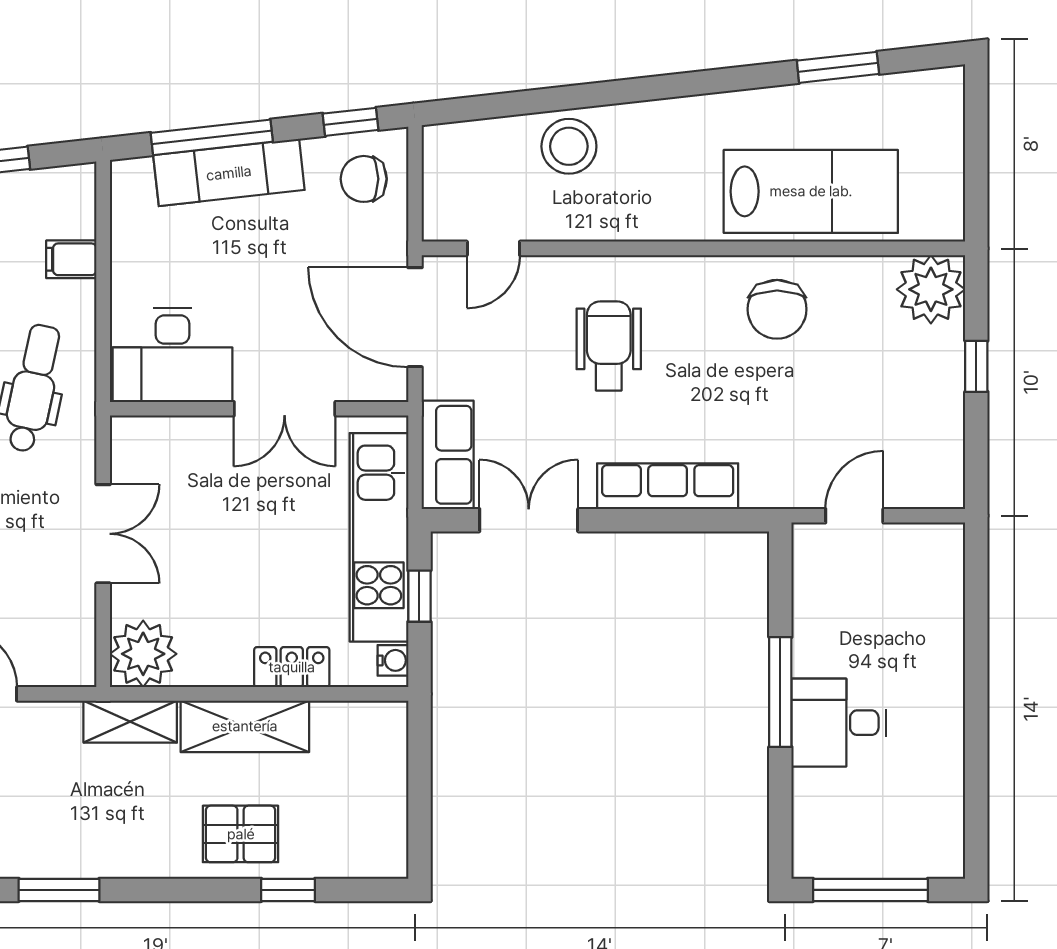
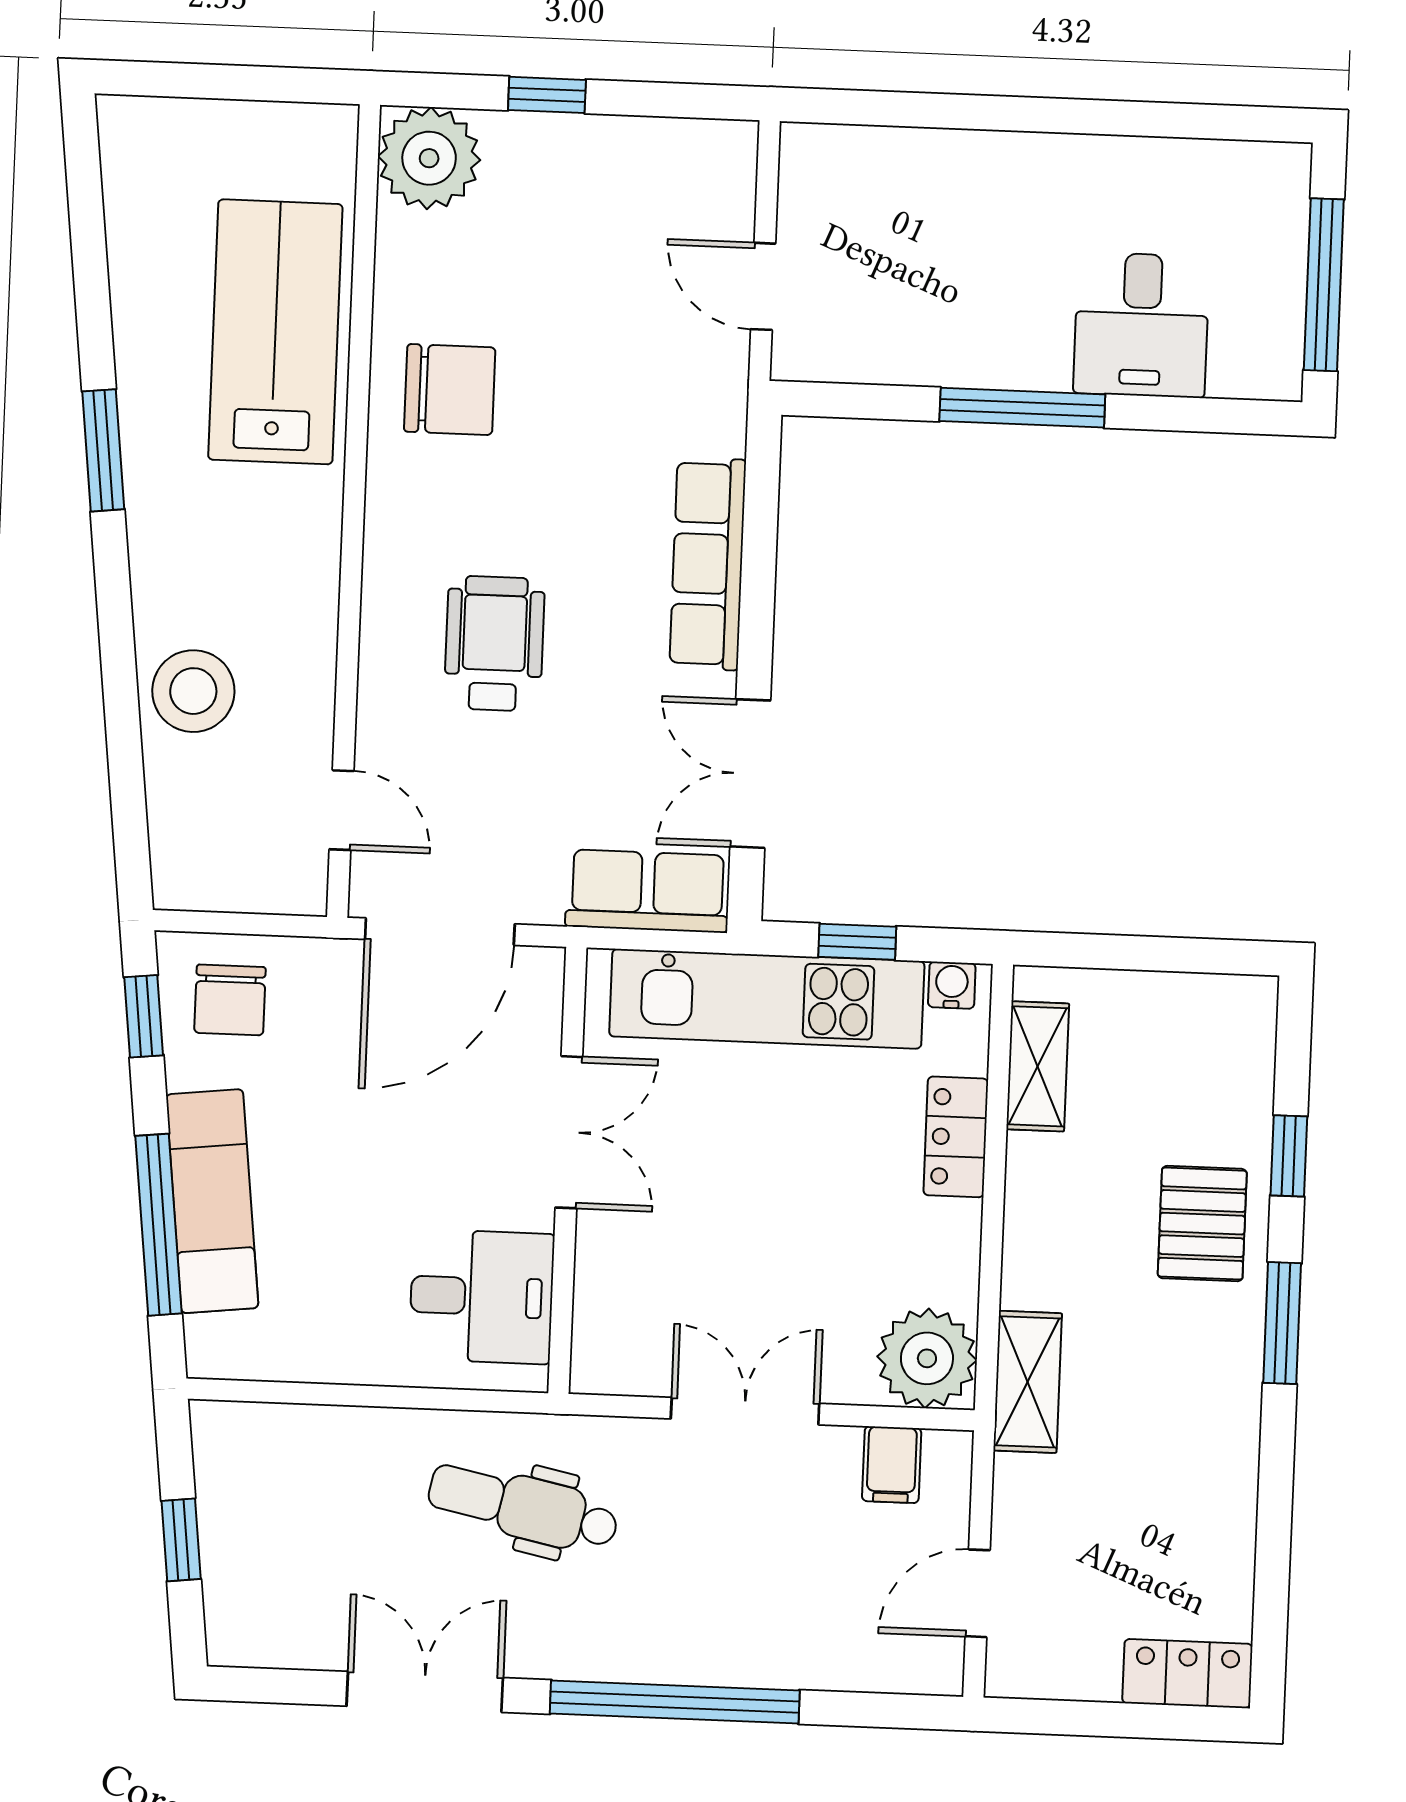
window: (838, 67) -> (103, 450), moved
filing cabinet: (71, 259) -> (892, 1465), moved
wheelchair: (609, 346) -> (494, 643), turned 90
desk: (173, 355) -> (482, 1297), width x0.73
desk: (839, 723) -> (1141, 325), moved
shelving: (245, 726) -> (1038, 1066), moved, width x0.67, depth x0.75
window: (59, 890) -> (1282, 1323), moved

